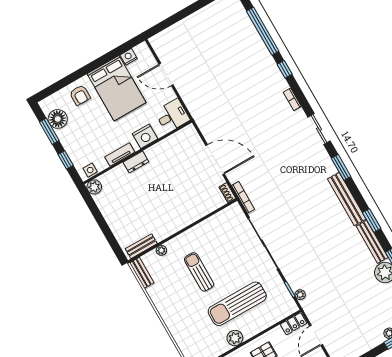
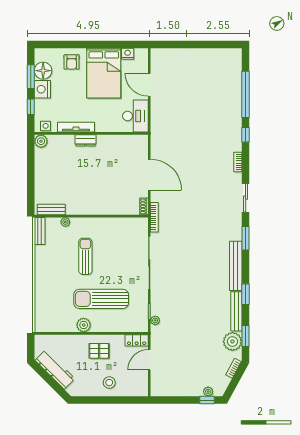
desk: (172, 116) -> (135, 116), width x1.37
nightstand: (145, 136) -> (42, 89), moved, turned 90
tv unit: (120, 155) -> (76, 127), width x1.41

